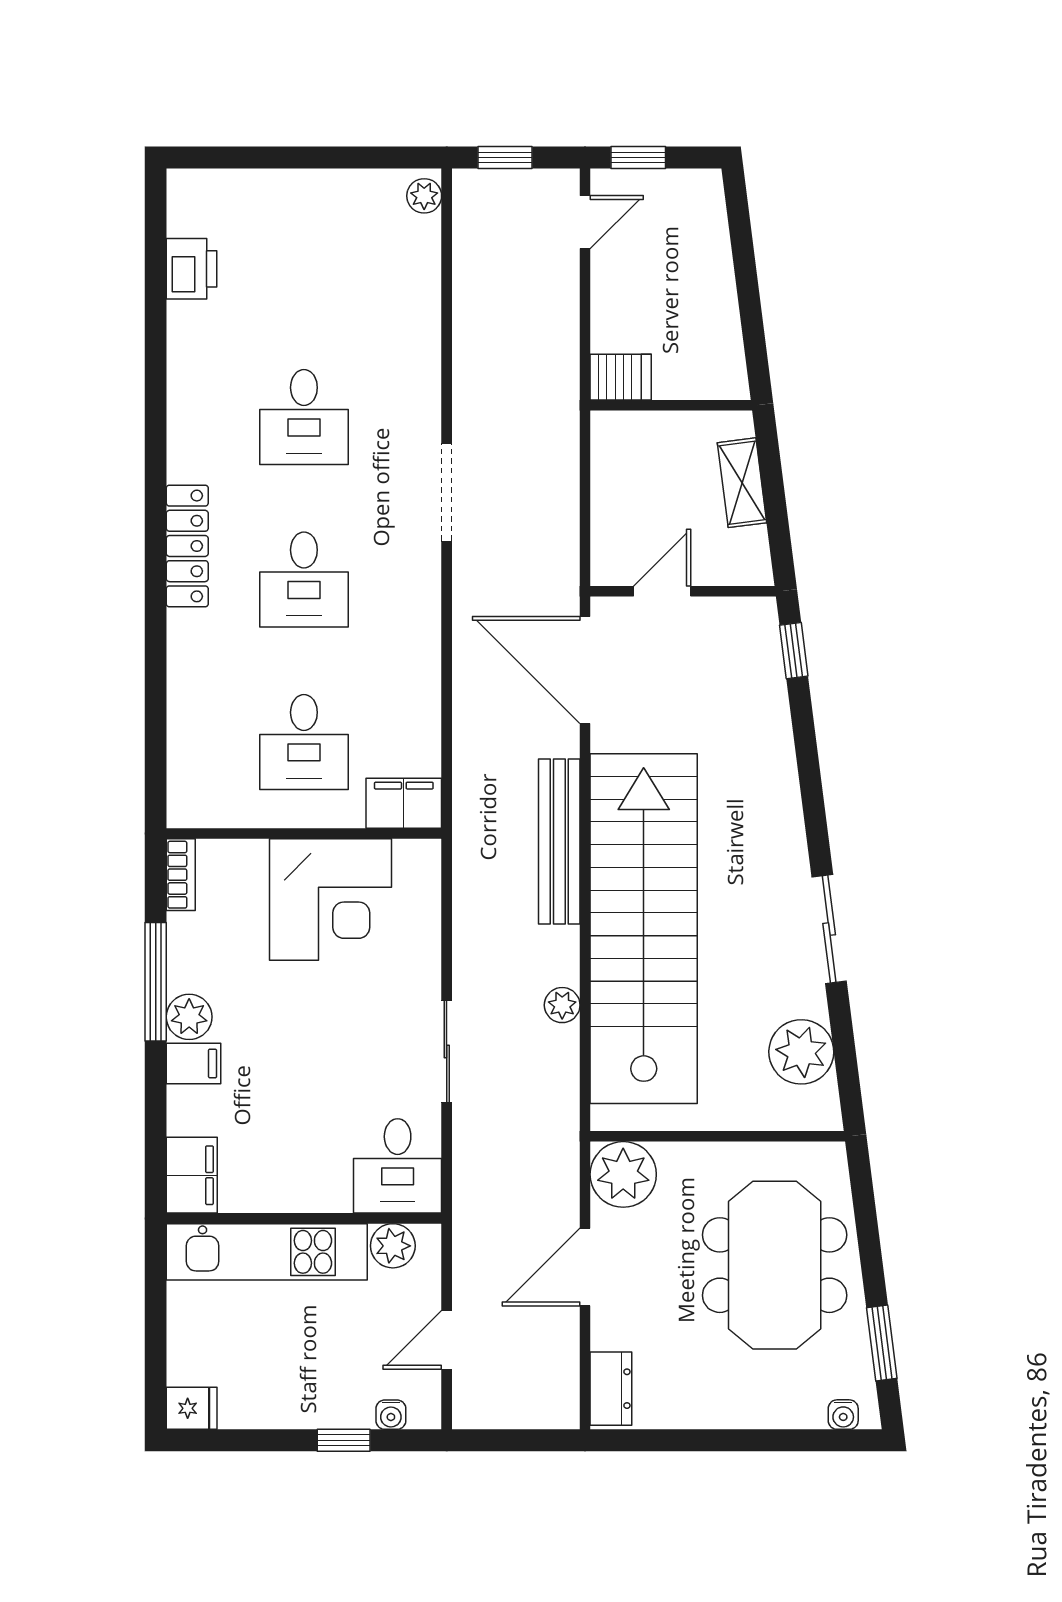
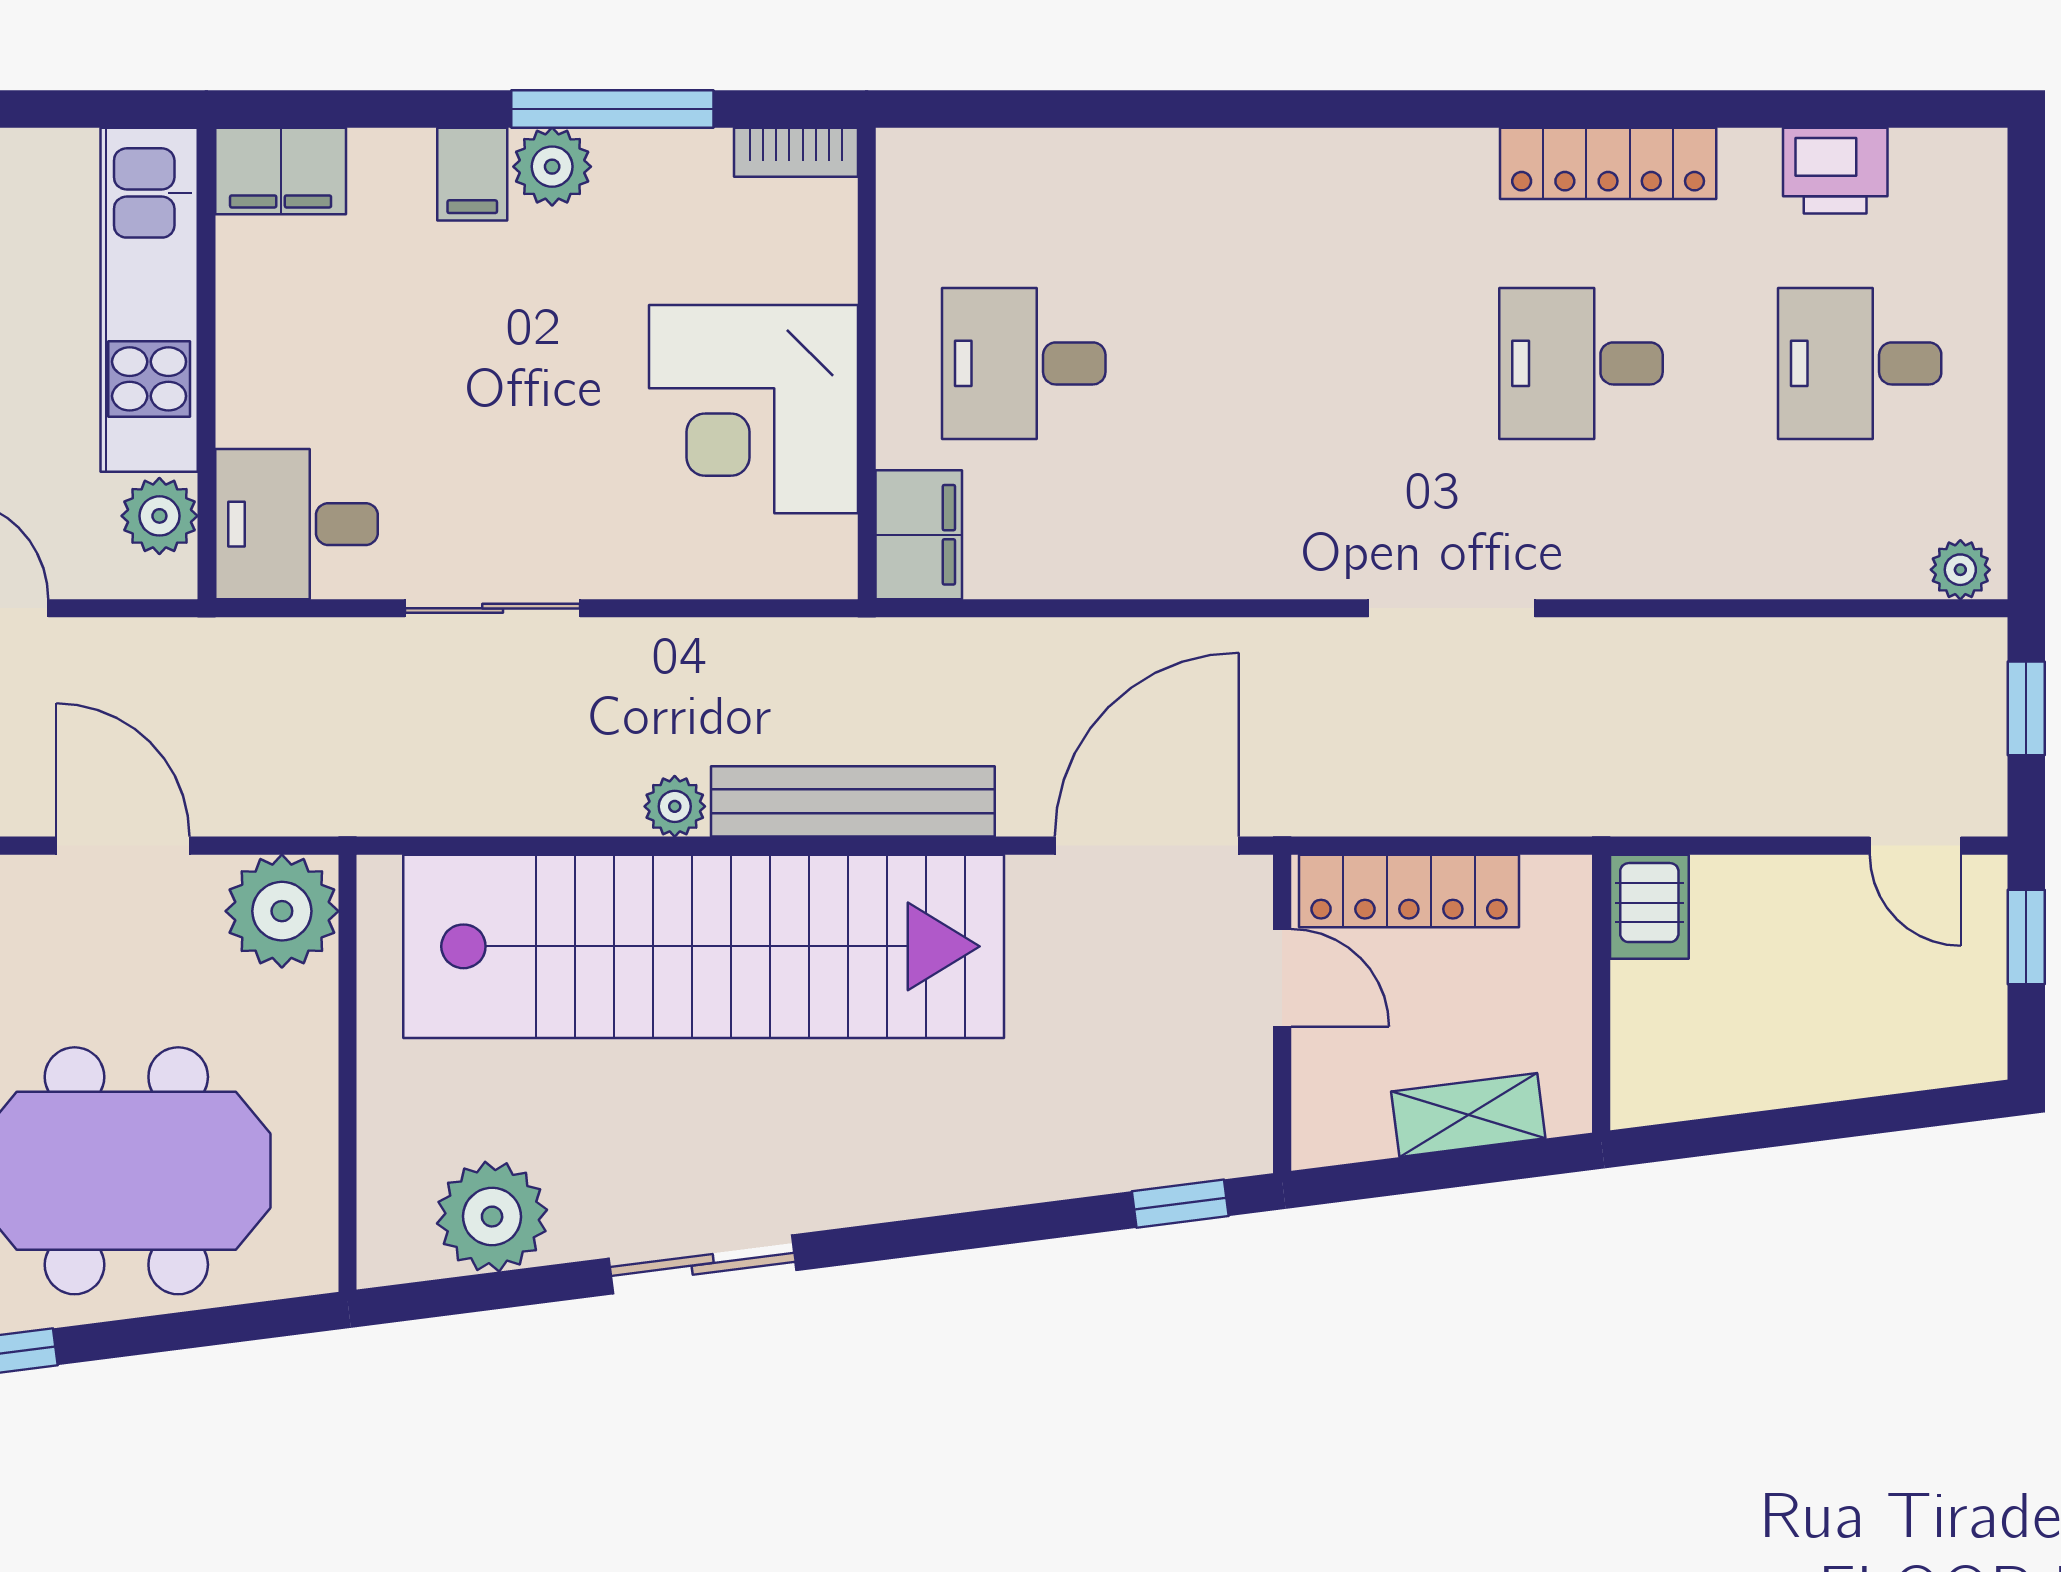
locker: (611, 517) -> (1409, 891), added
locker: (187, 546) -> (1608, 163), moved
desk: (304, 579) -> (1860, 363), moved
plant: (562, 1005) -> (675, 806), moved

